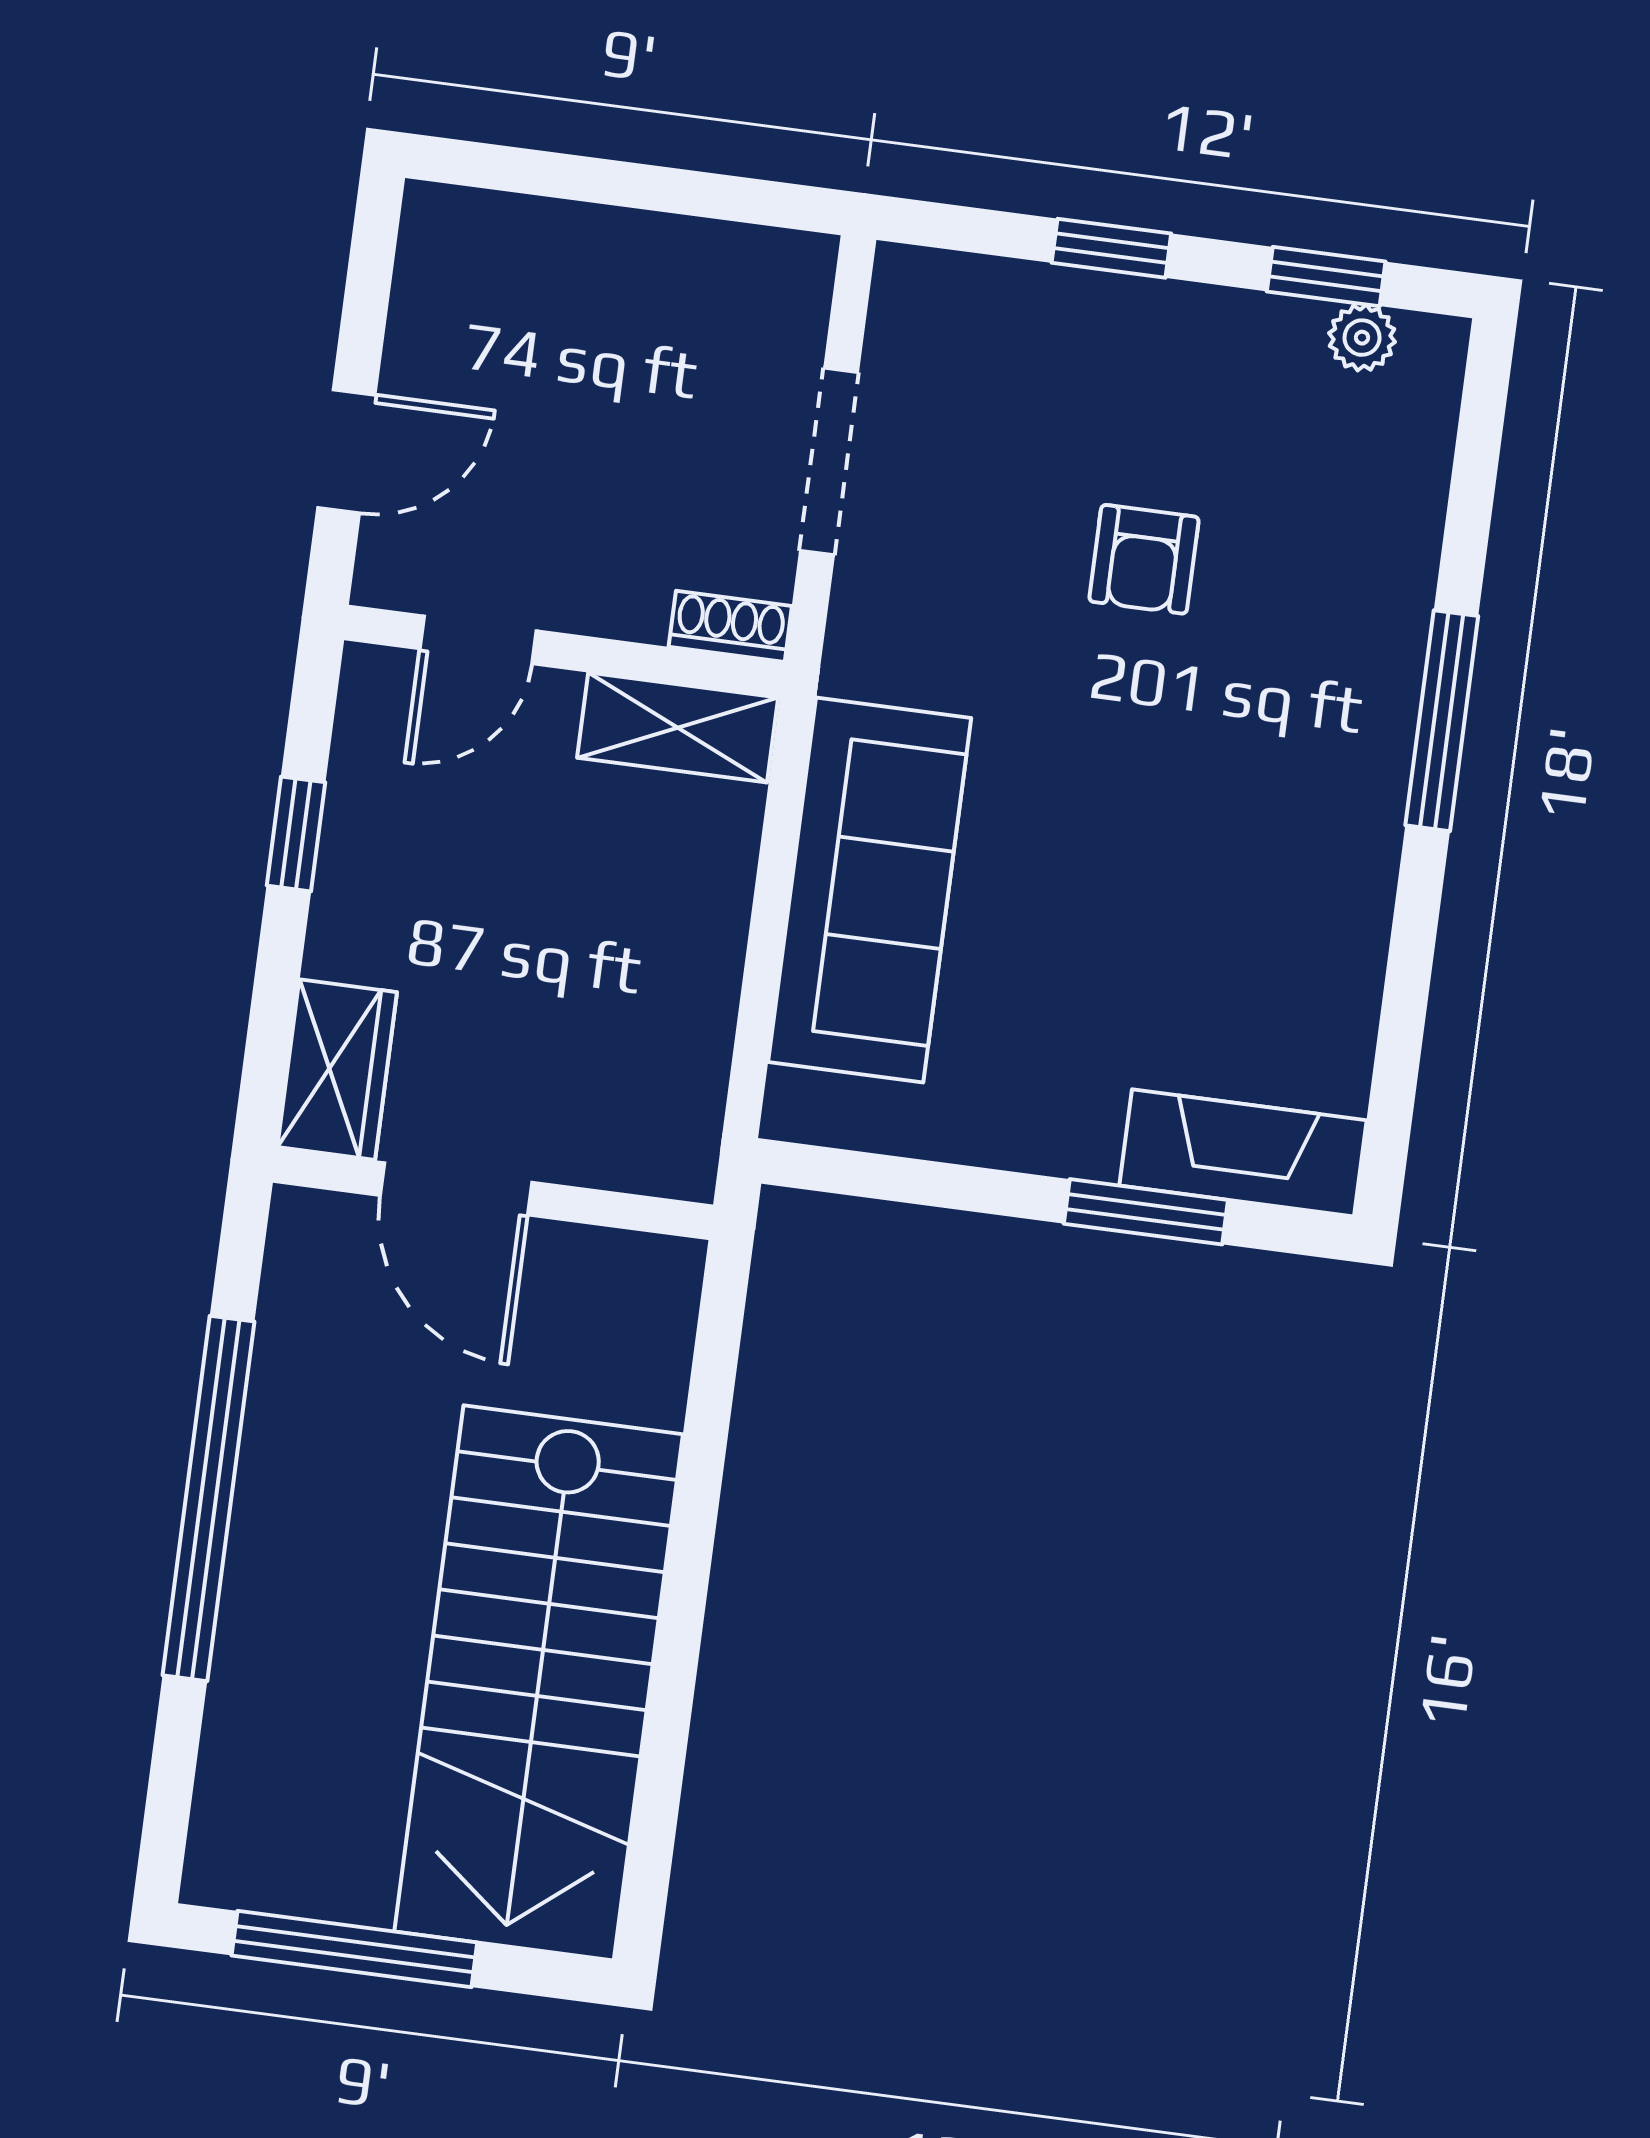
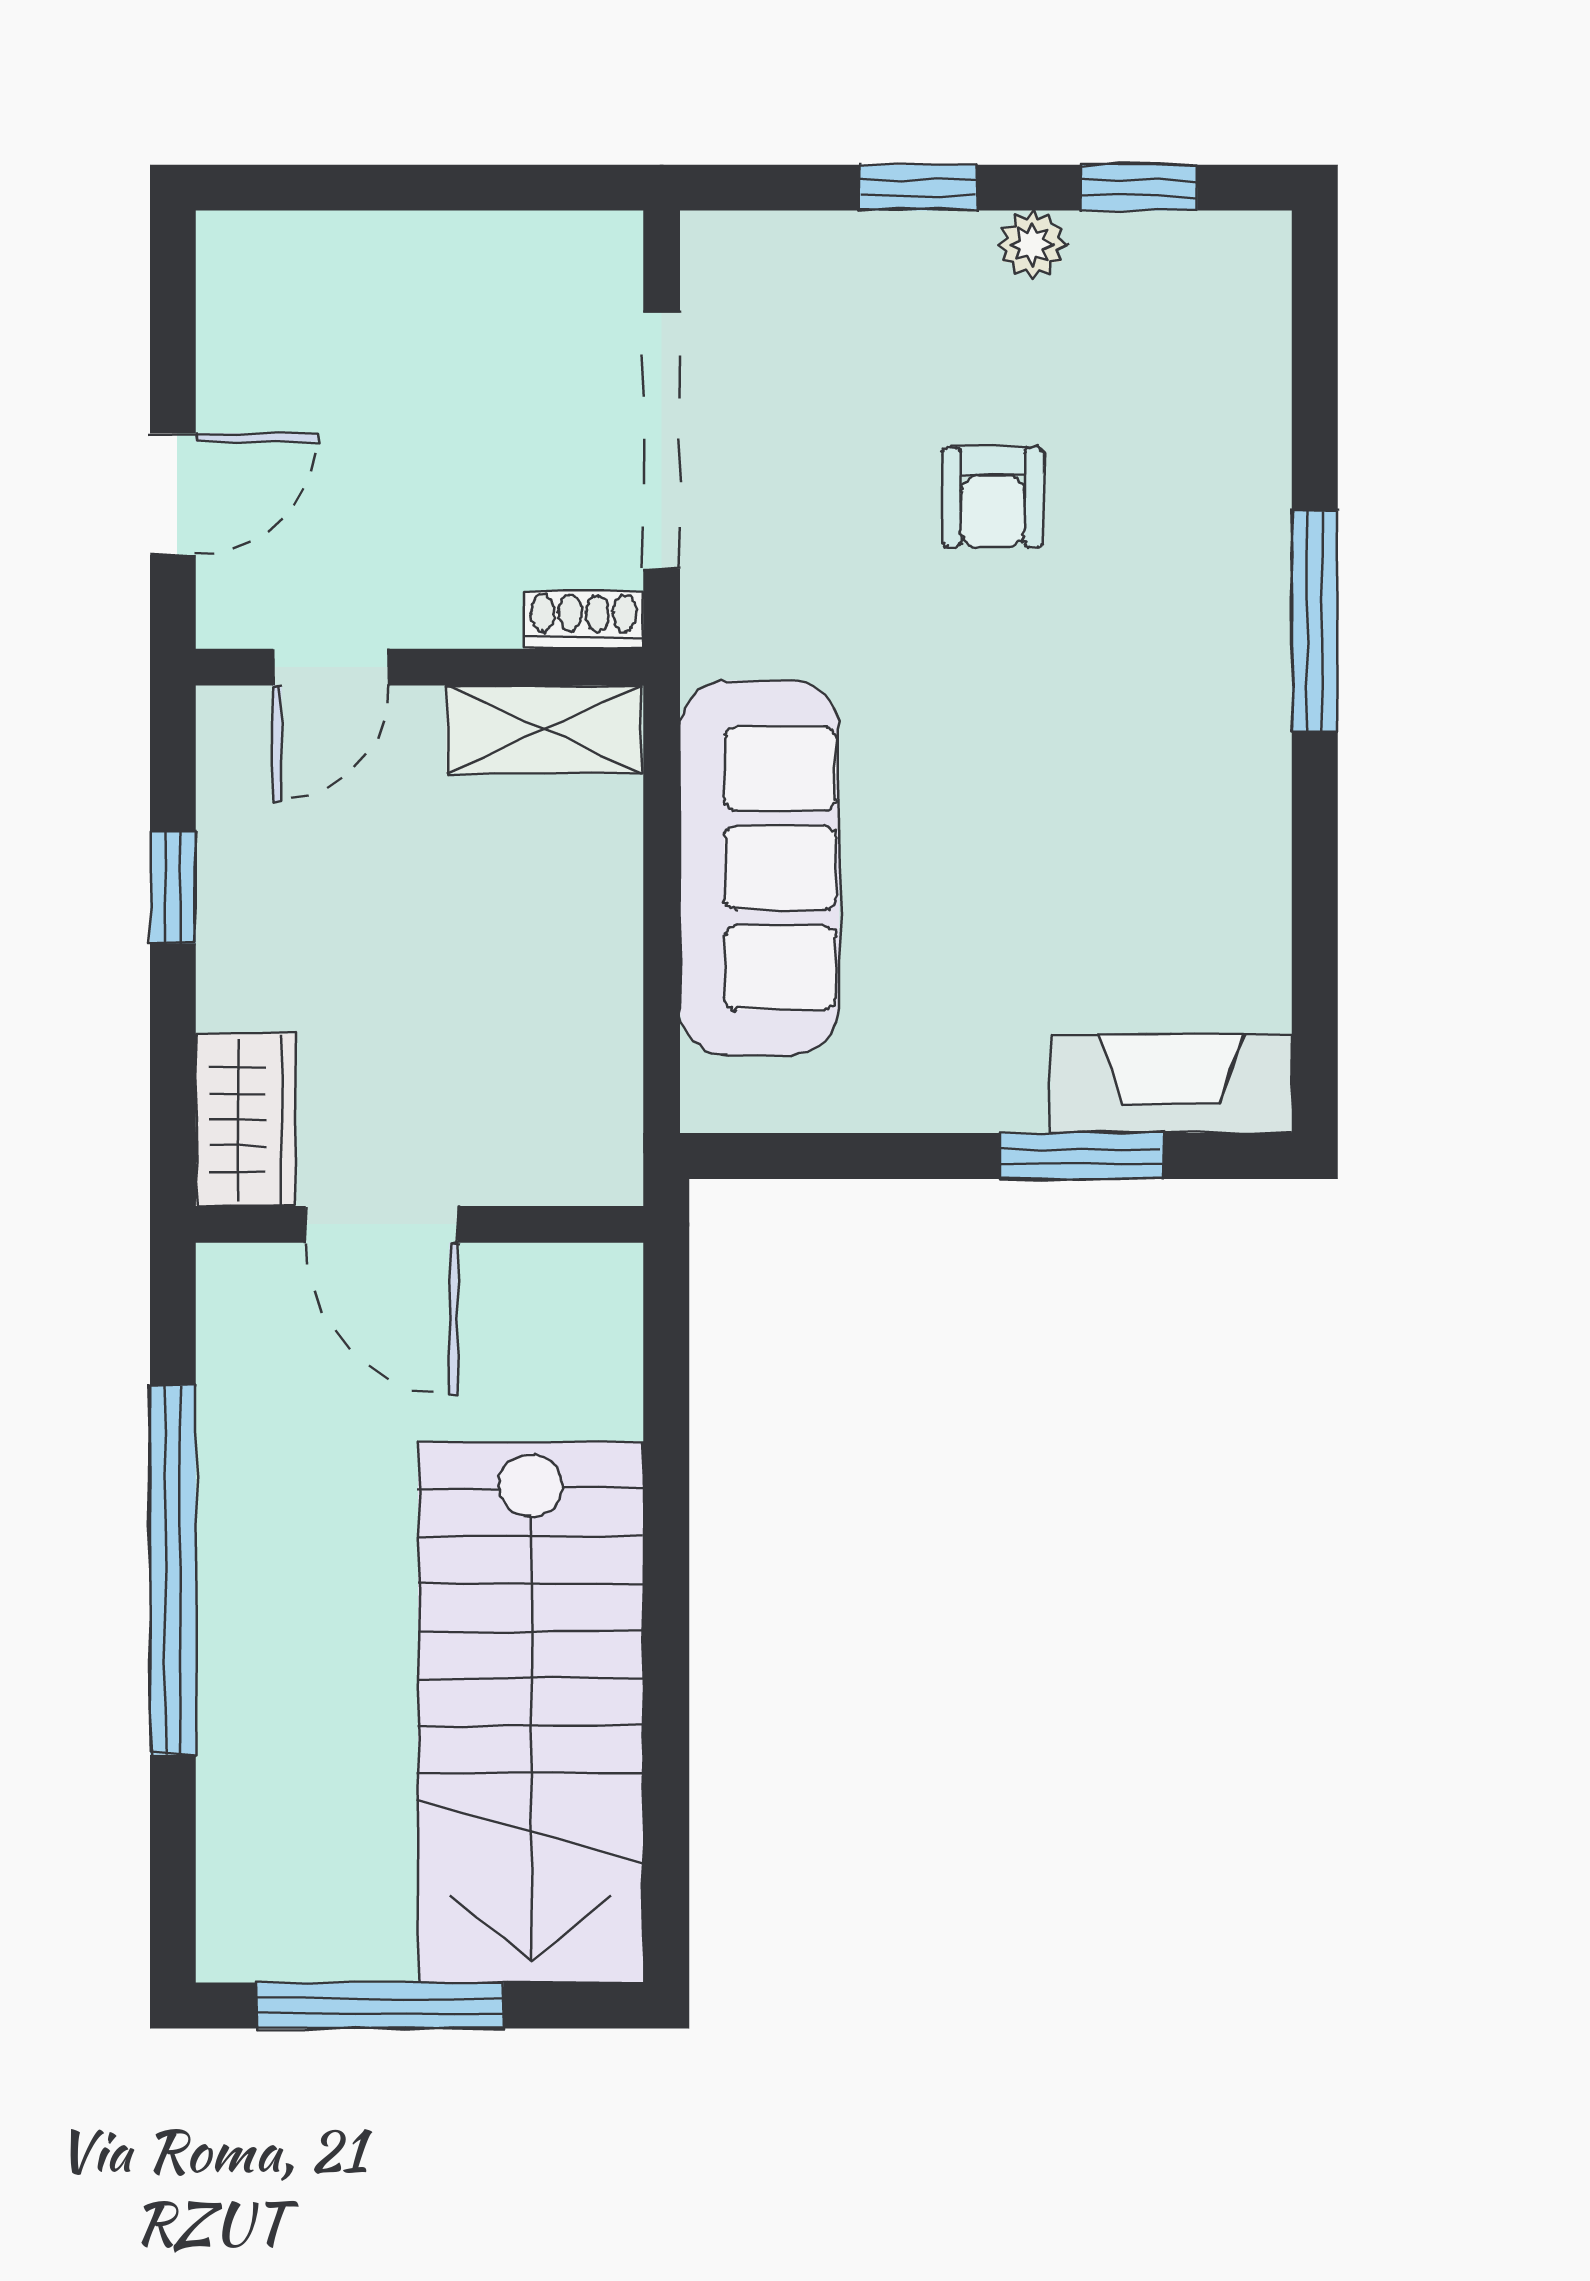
plant: (1362, 338) -> (1032, 245), moved
doorway: (829, 462) -> (662, 441), width x1.36

